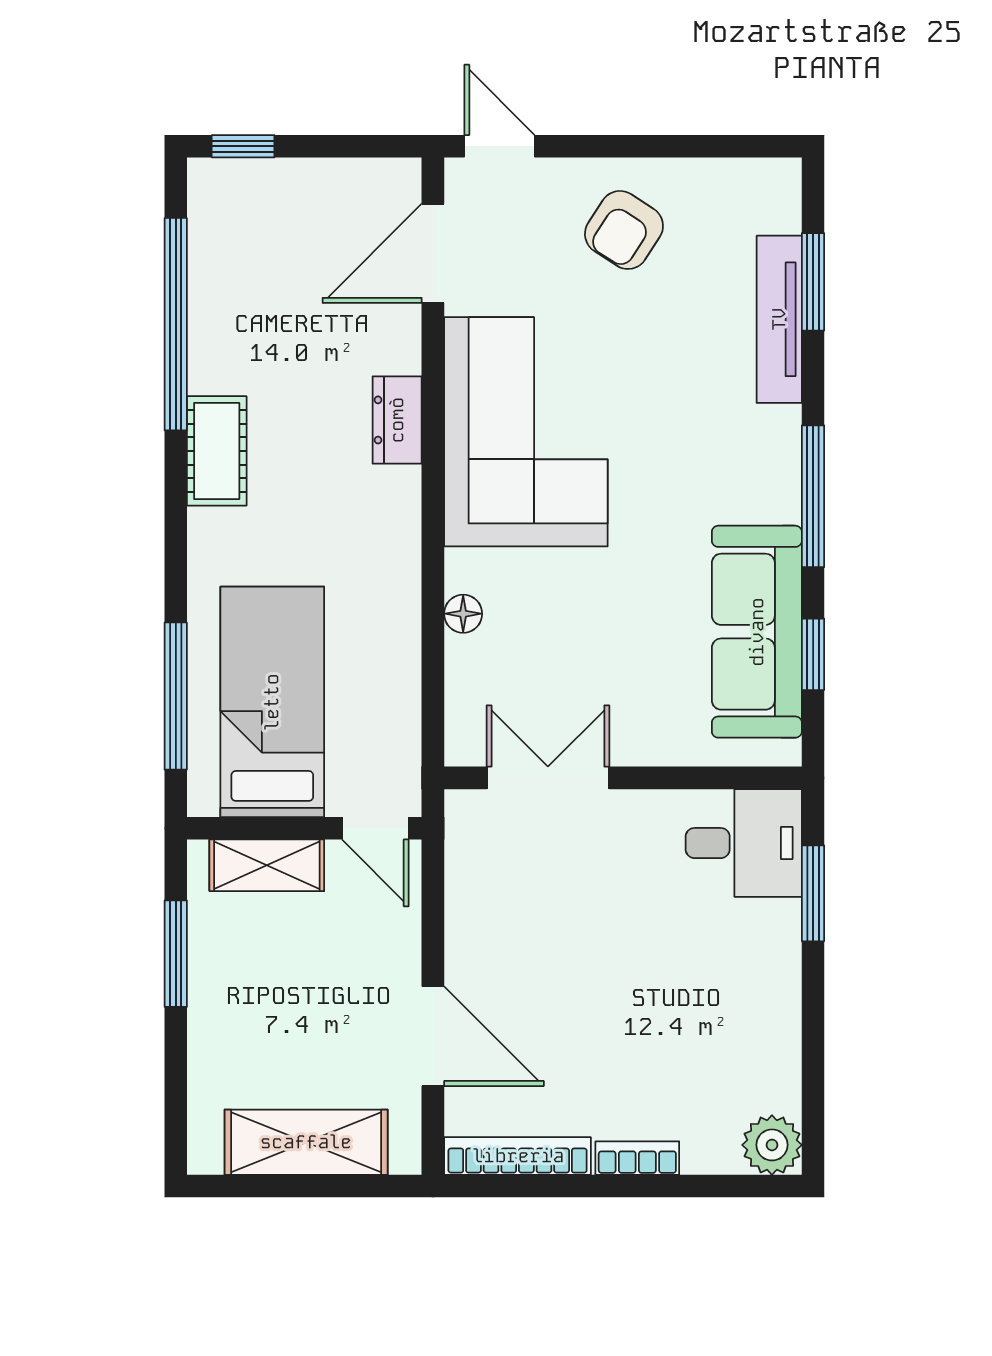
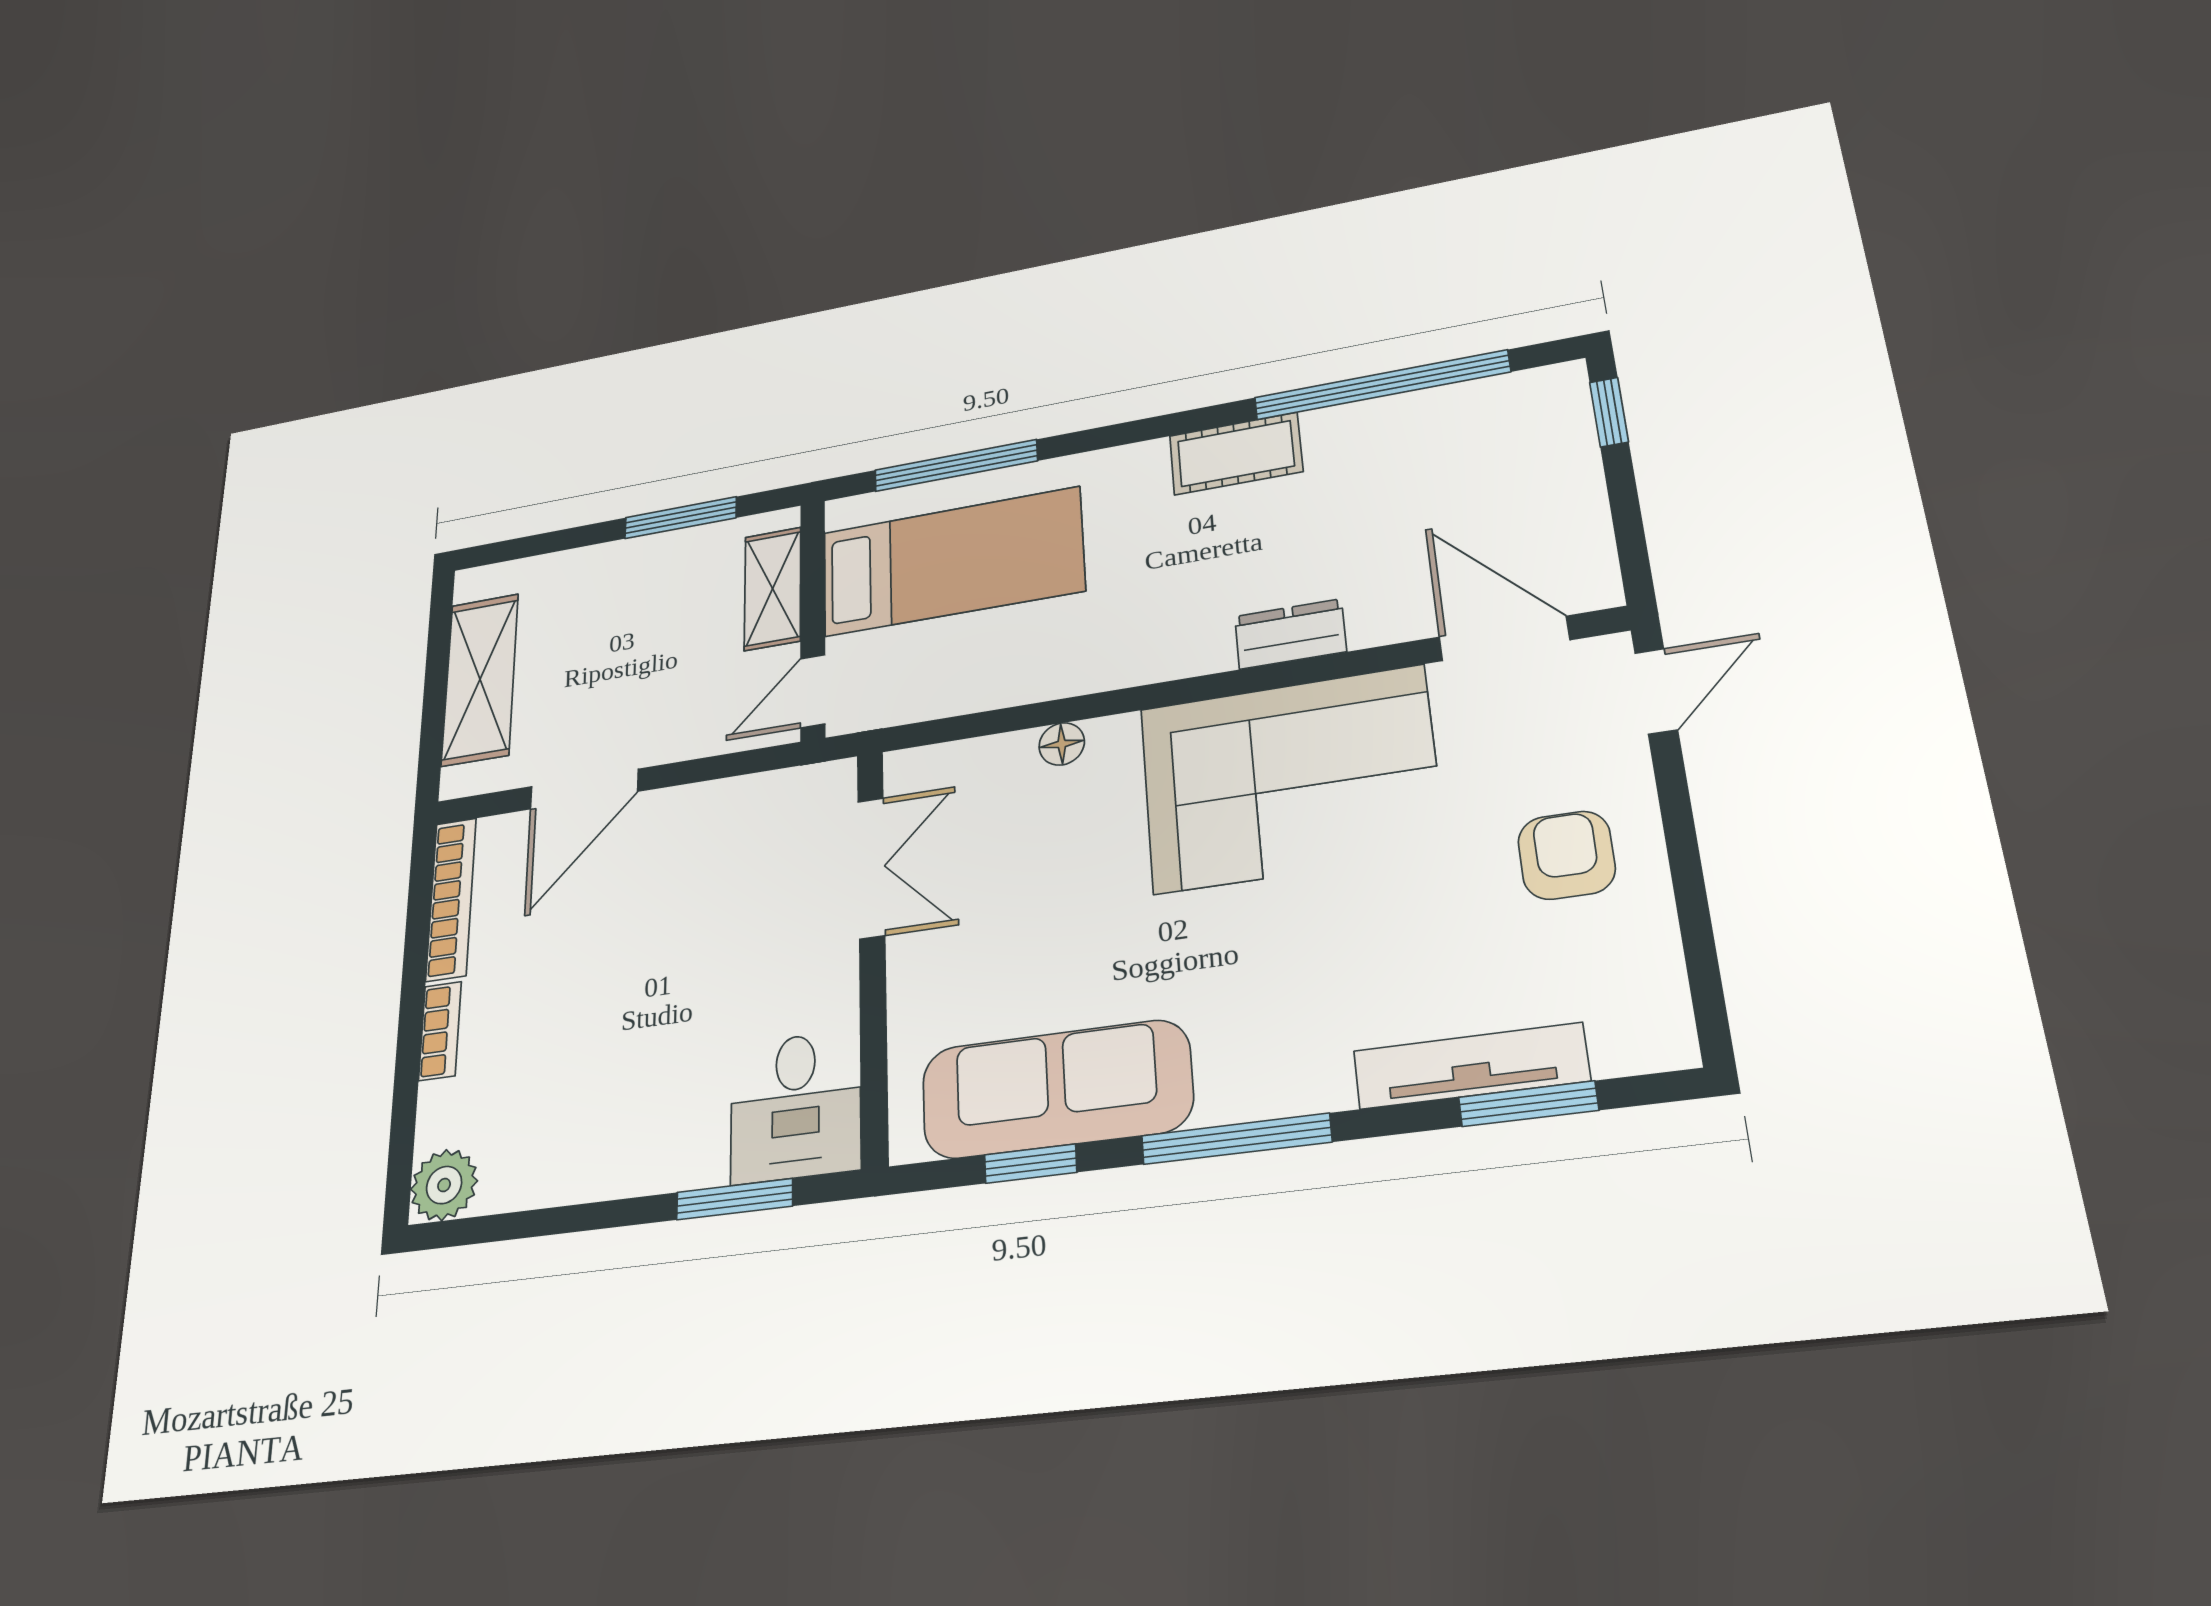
armchair: (624, 230) -> (1566, 855), turned 57

